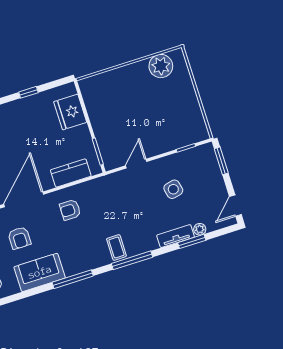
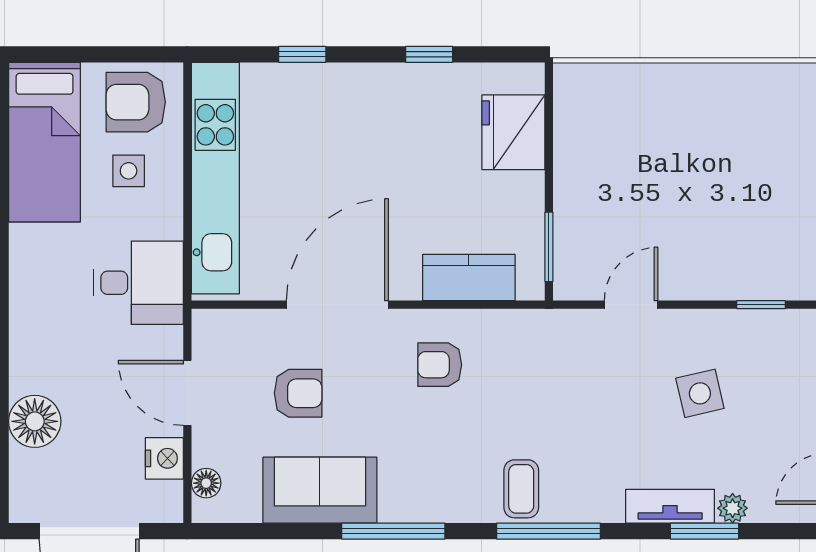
plant: (161, 66) -> (763, 92), removed
armchair: (19, 238) -> (298, 393), turned -90

